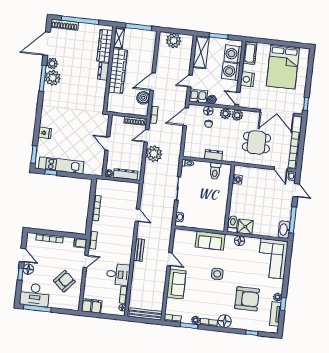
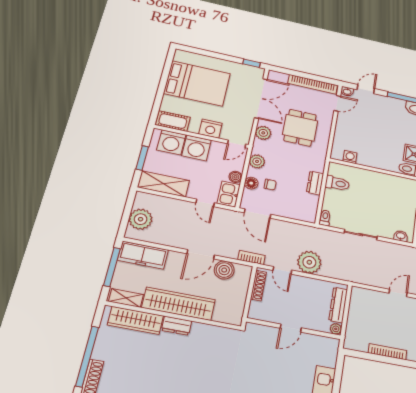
freezer: (149, 45) -> (143, 255), added
door: (153, 82) -> (201, 254), hinge flipped
plant: (237, 115) -> (263, 133), moved

